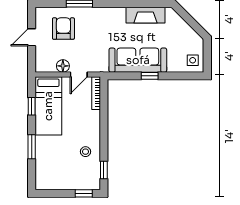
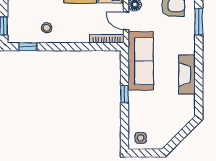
fireplace: (145, 15) -> (187, 74), moved
sofa: (138, 60) -> (141, 61), moved

